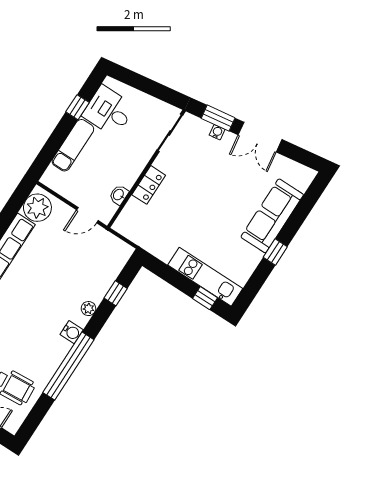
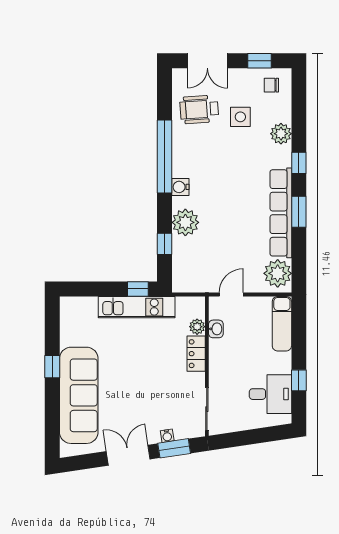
exam couch: (73, 145) -> (282, 324), moved
plant: (133, 207) -> (197, 327), added
sofa: (272, 216) -> (79, 395), width x1.36, depth x1.27
kitchen unit: (205, 277) -> (137, 307), moved
window: (205, 298) -> (138, 289), moved
plant: (88, 309) -> (185, 222), width x1.88, depth x1.88

